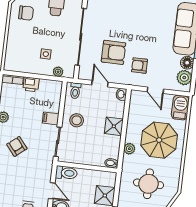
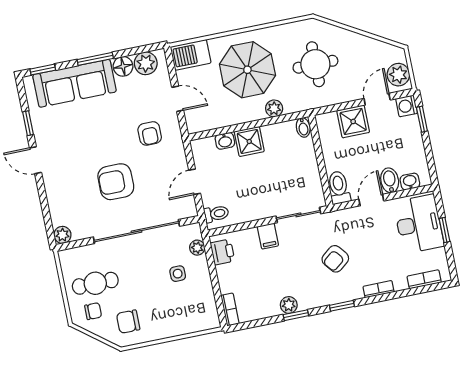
chair: (26, 13) -> (128, 322), turned -90
armchair: (114, 52) -> (116, 182), moved, turned -90
printer: (31, 84) -> (222, 252), moved
door: (155, 90) -> (178, 99), hinge flipped
washbasin: (121, 94) -> (225, 141), moved
stool: (77, 120) -> (258, 198), removed
armchair: (17, 146) -> (335, 259), moved

